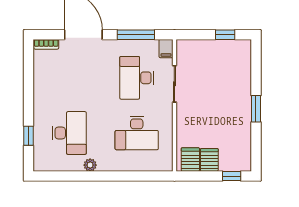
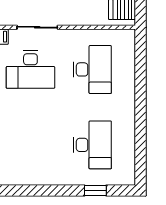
desk: (69, 133) -> (92, 145), turned 90
plant: (90, 165) -> (128, 122), removed

